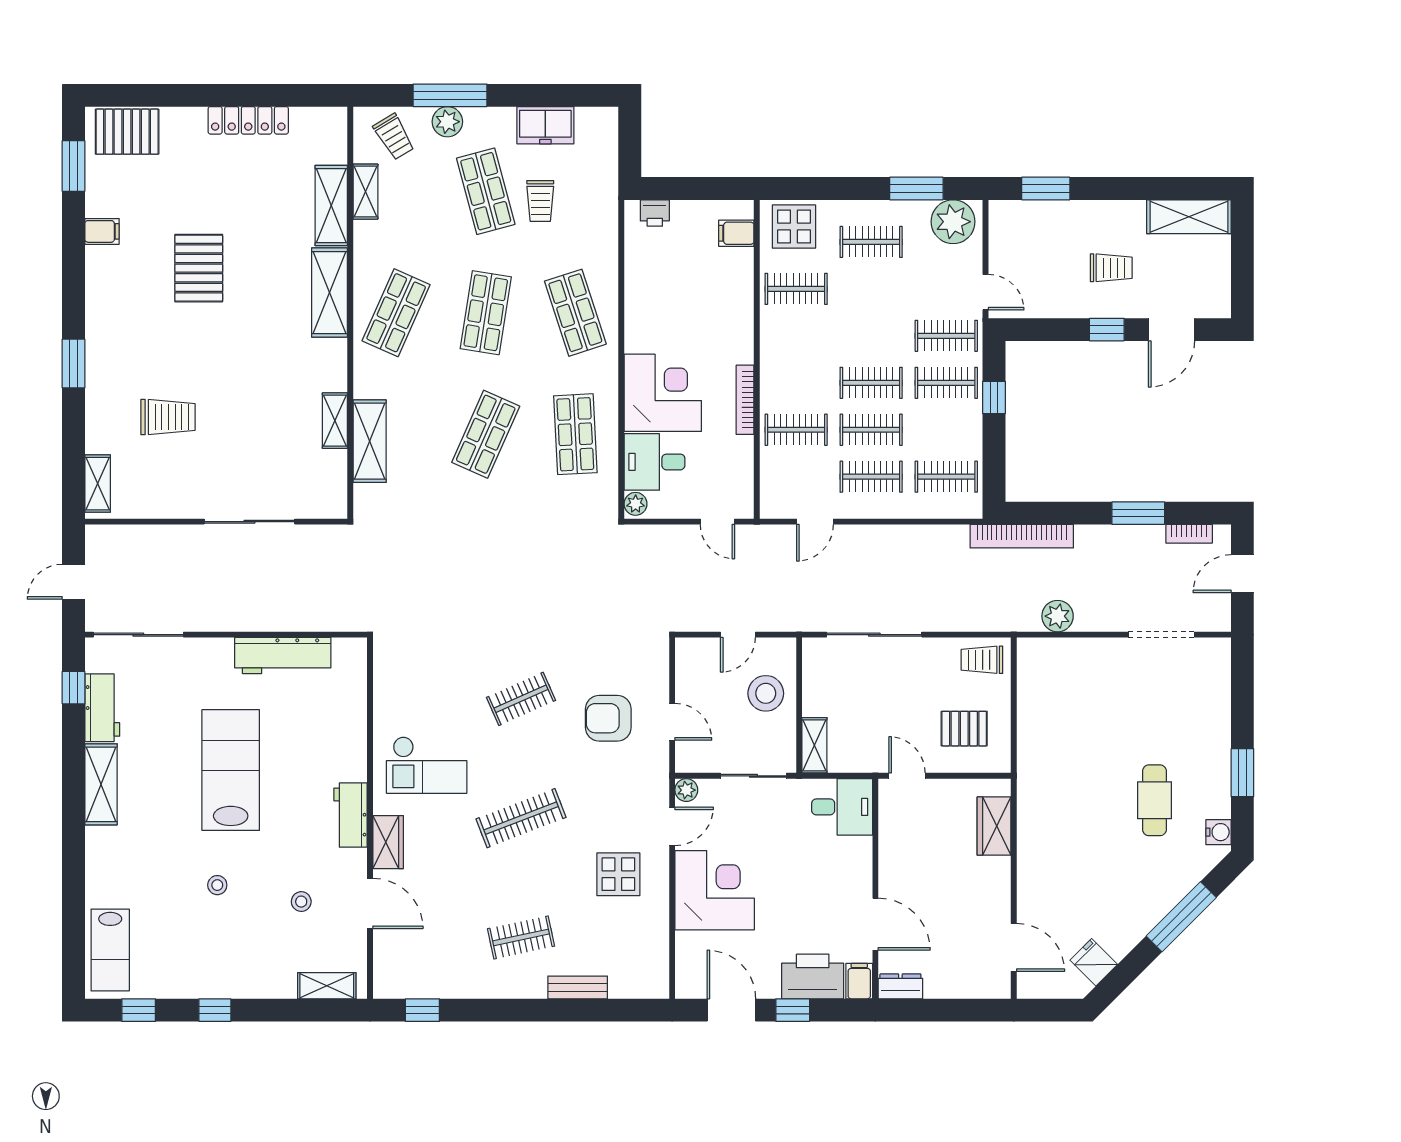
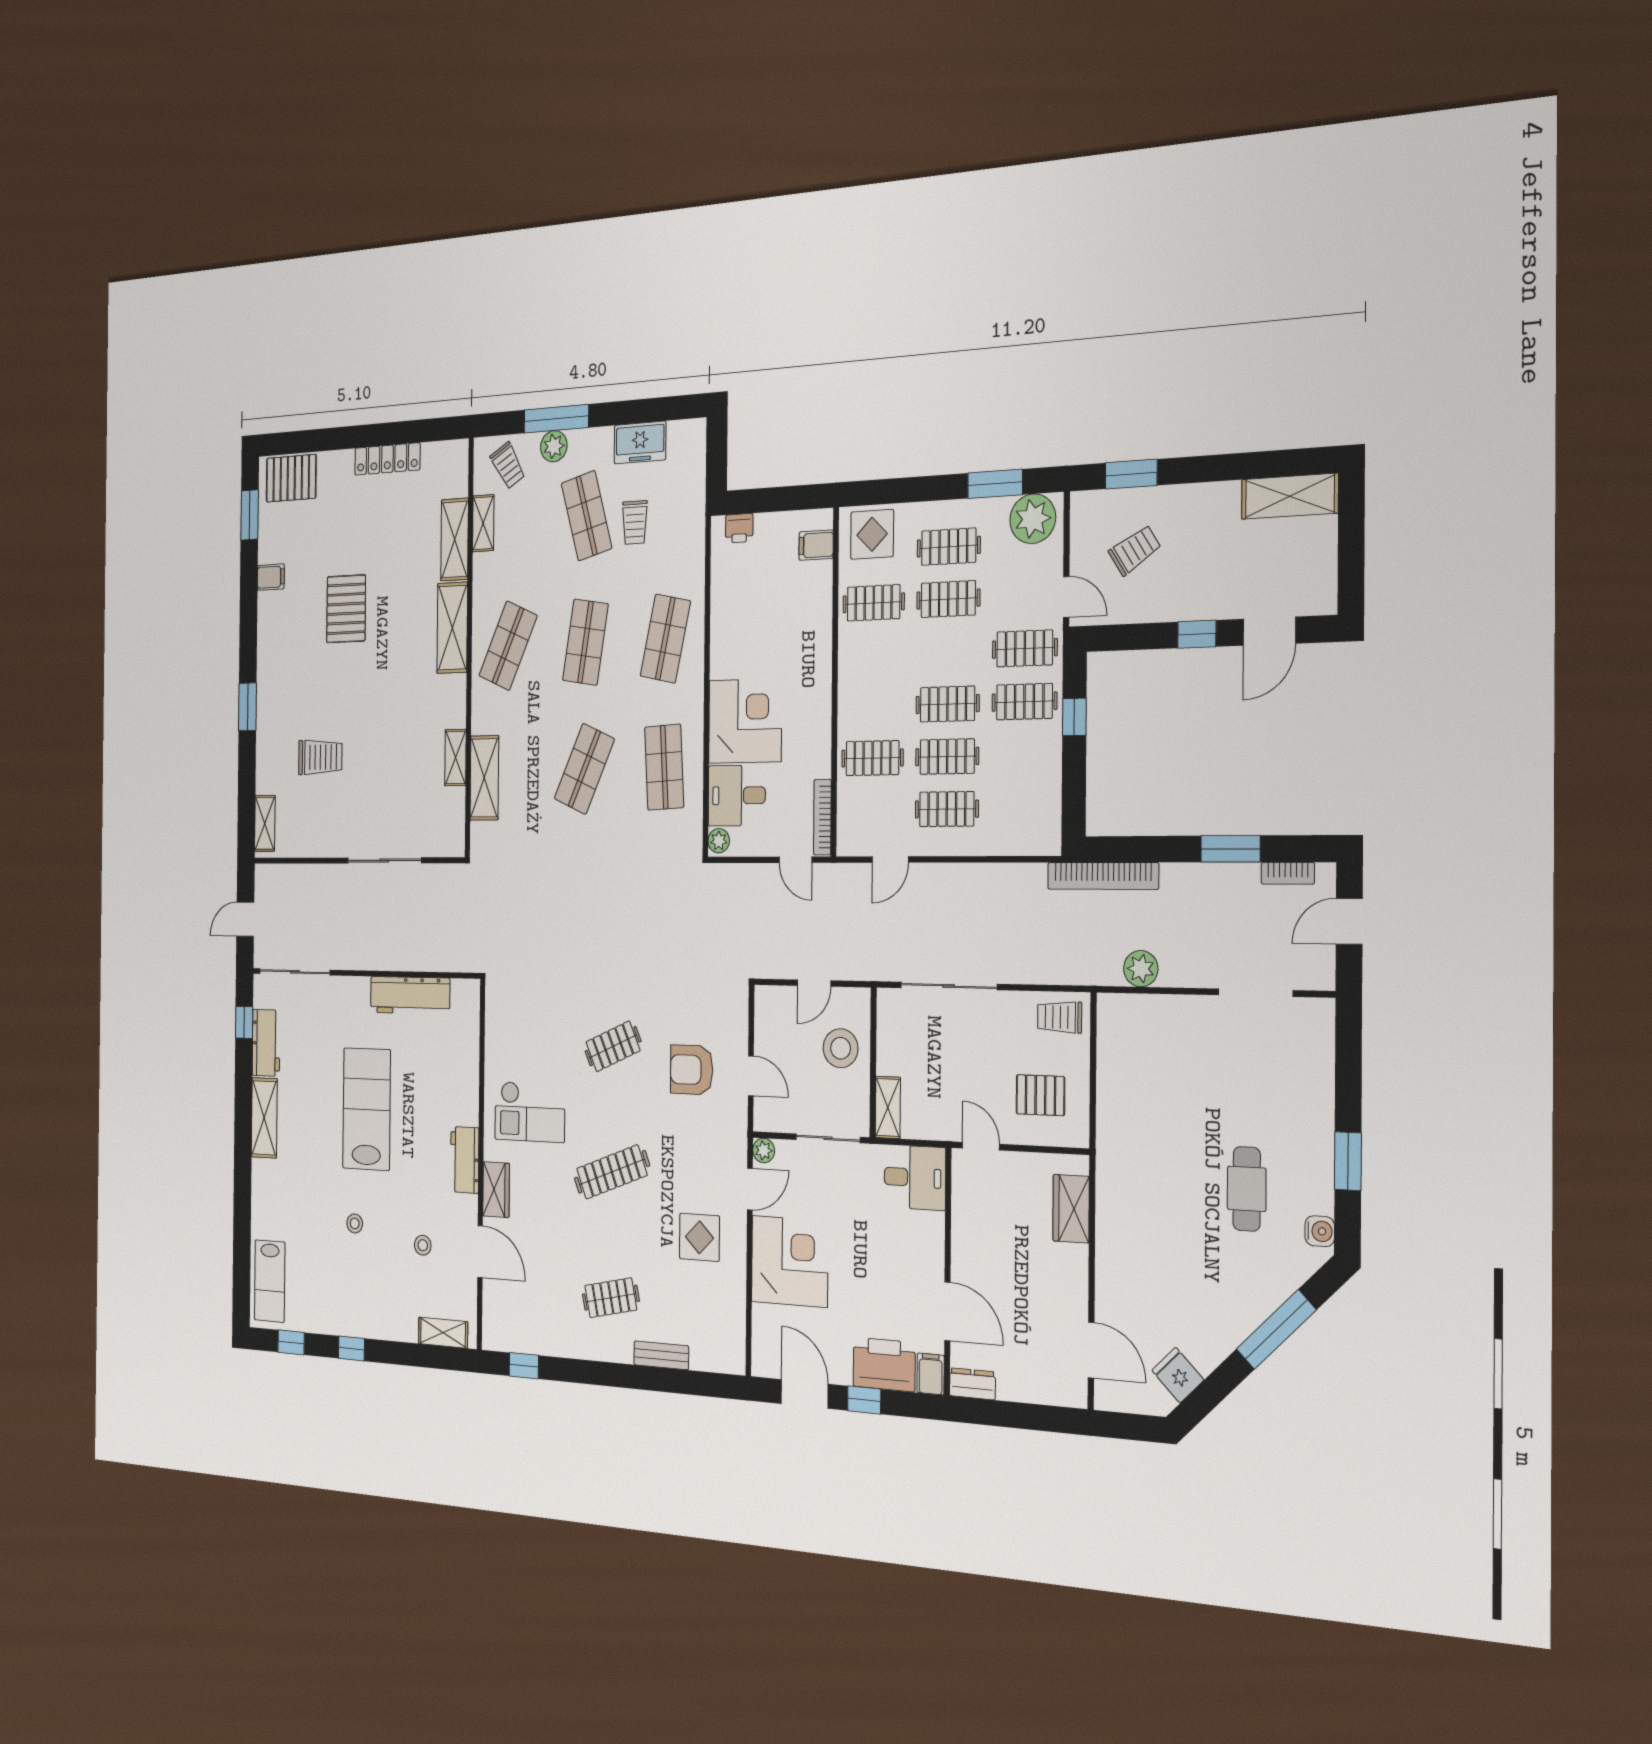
trolley: (1111, 268) -> (1135, 550), moved, turned -32
shop shelf: (575, 313) -> (665, 639), turned 30
bookcase: (745, 400) -> (822, 817), moved
clothes rail: (946, 477) -> (948, 599), moved

